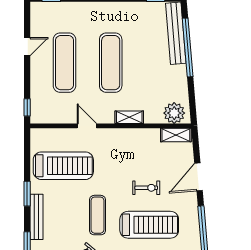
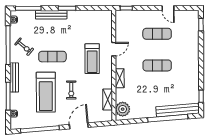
exercise mat: (65, 63) -> (157, 34), width x0.73, depth x0.69
exercise mat: (111, 63) -> (157, 65), width x0.73, depth x0.69
shelving: (176, 135) -> (108, 99), moved
treadmill: (63, 166) -> (92, 59), moved, width x0.73, depth x0.73
door: (198, 177) -> (79, 126), hinge flipped

